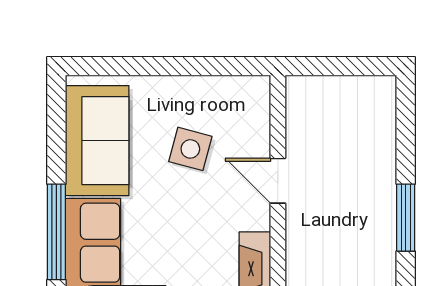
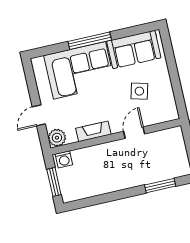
window: (406, 218) -> (160, 186), moved

